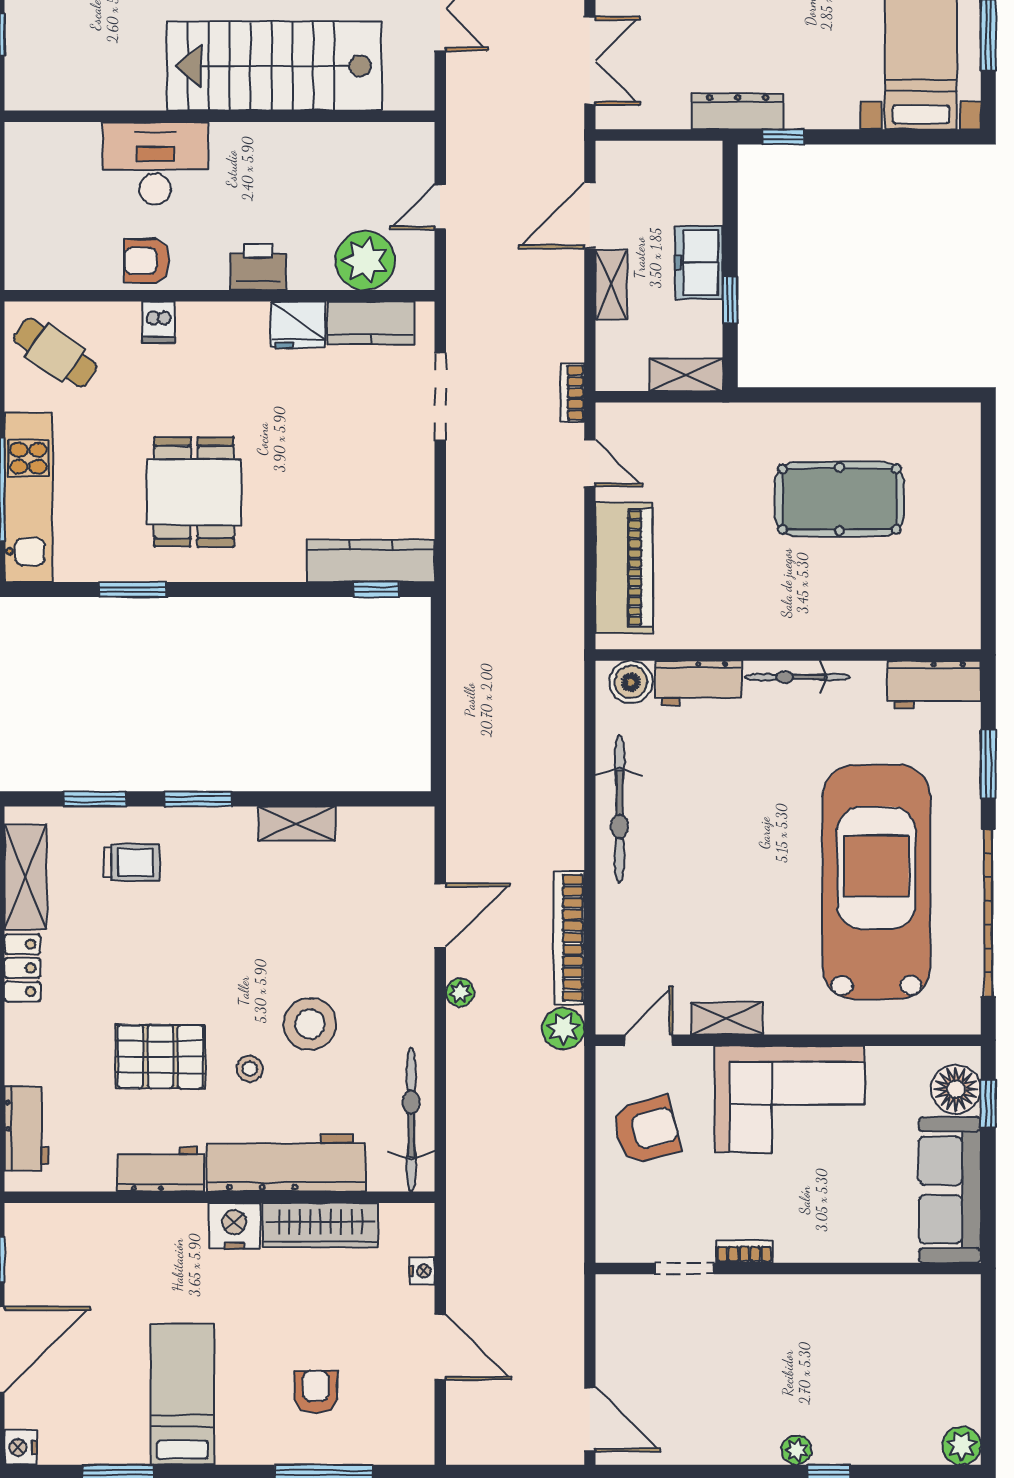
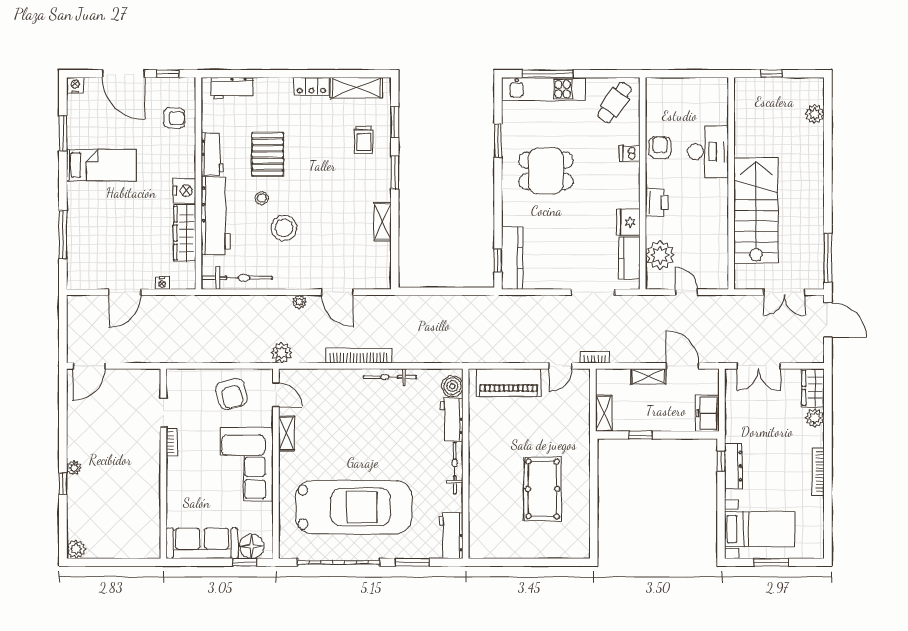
dresser: (738, 112) -> (734, 466), moved
freezer: (699, 263) -> (707, 413), moved, turned -90
bicycle: (619, 809) -> (390, 377), width x0.73, depth x0.71
bookcase: (569, 938) -> (359, 356), moved
armchair: (316, 1392) -> (174, 118), moved

